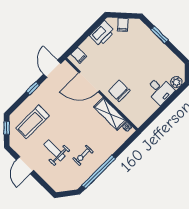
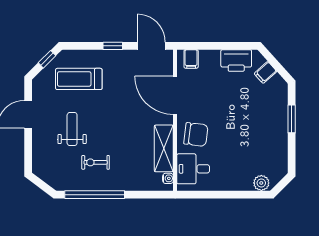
door: (52, 69) -> (151, 46), hinge flipped
desk: (160, 90) -> (193, 169), moved, turned 90
chair: (119, 91) -> (196, 134), turned 97

